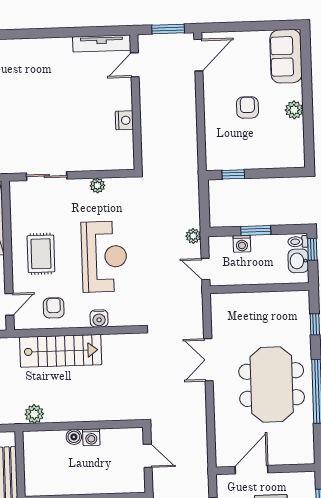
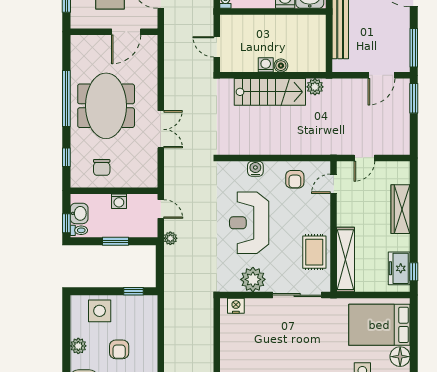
nightstand: (124, 120) -> (236, 306), moved, turned 90
side table: (271, 151) -> (100, 311), added
sliding door: (47, 176) -> (297, 295), width x1.37
plant: (97, 186) -> (253, 279), width x1.88, depth x1.88
washing machine: (242, 244) -> (119, 201), moved, turned 180
rug: (41, 254) -> (314, 252), moved
chair: (274, 314) -> (102, 167), added
stairs: (61, 351) -> (270, 92), moved, turned 180

